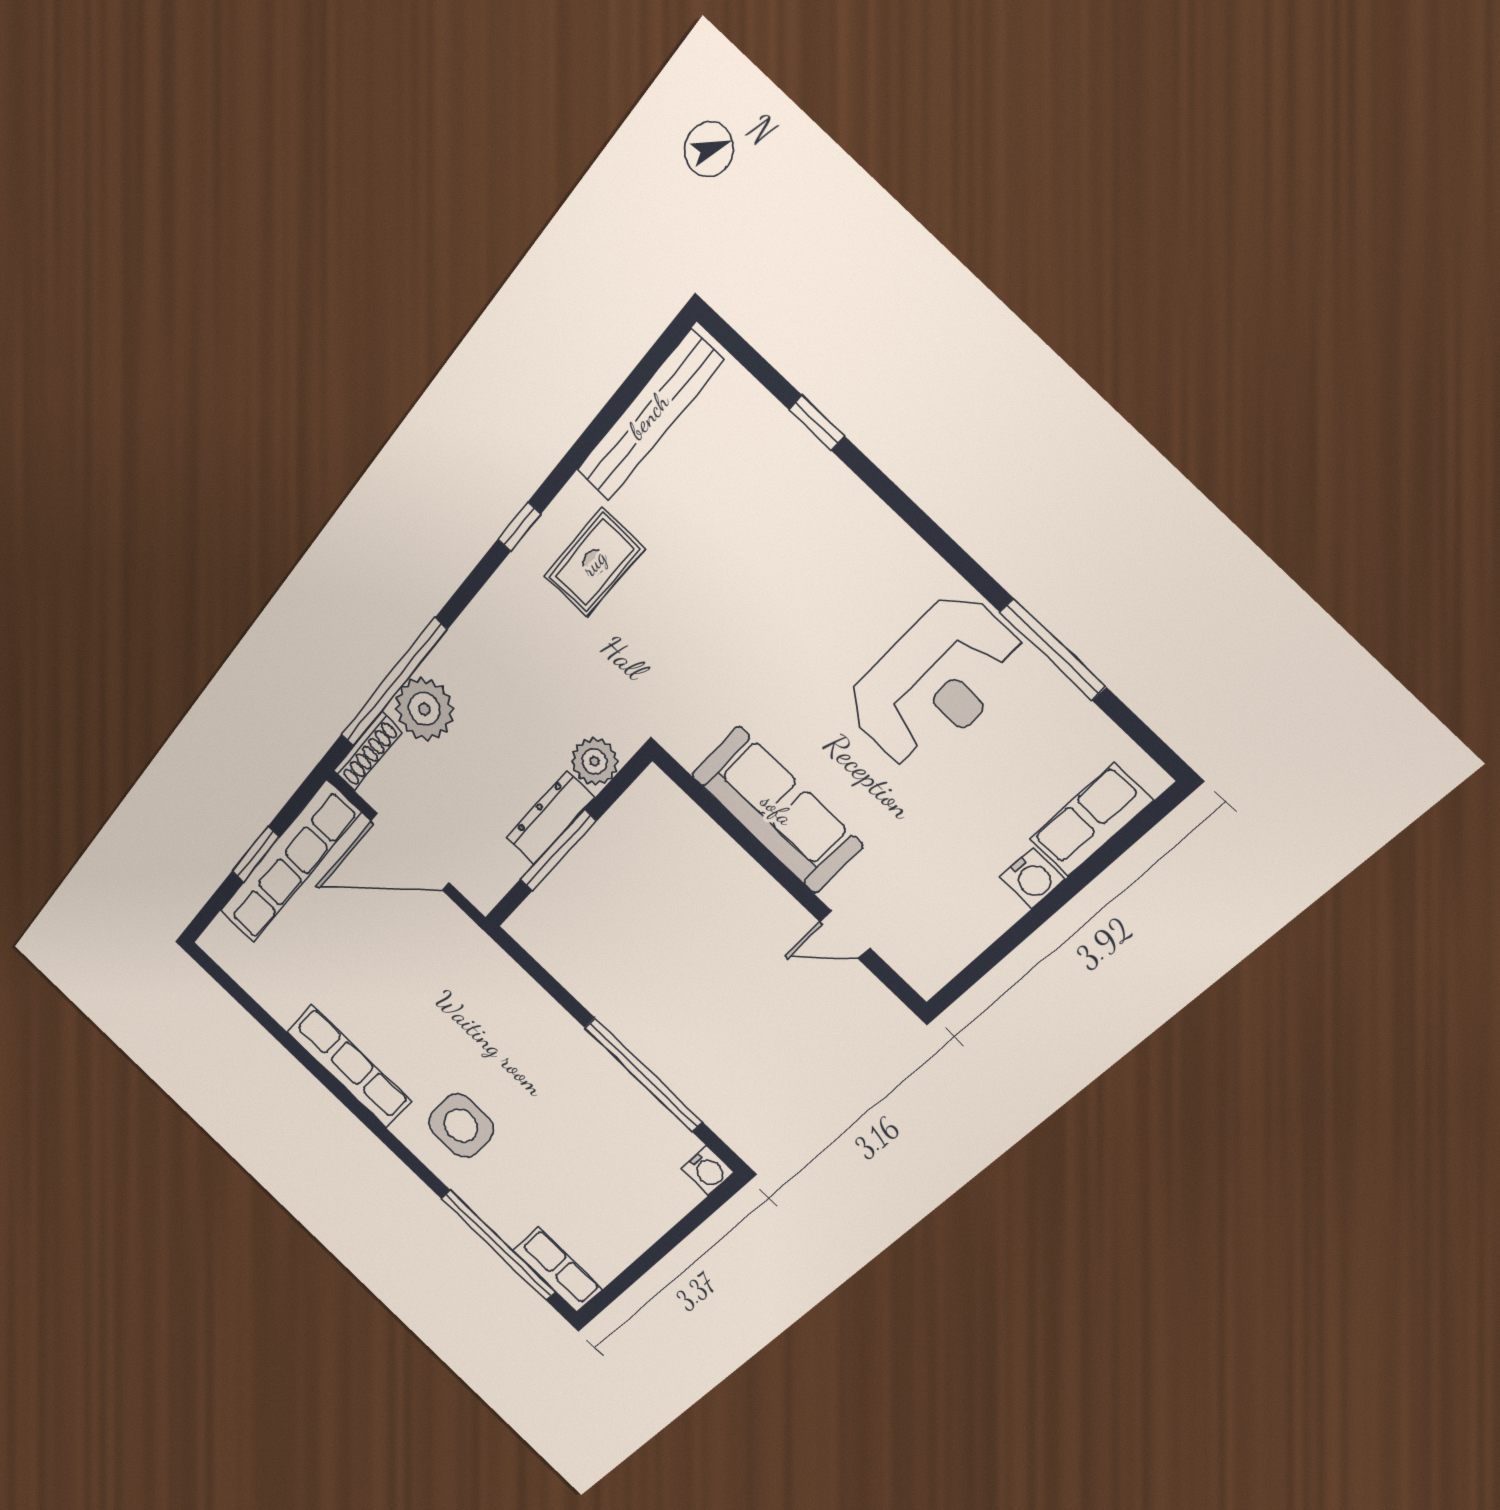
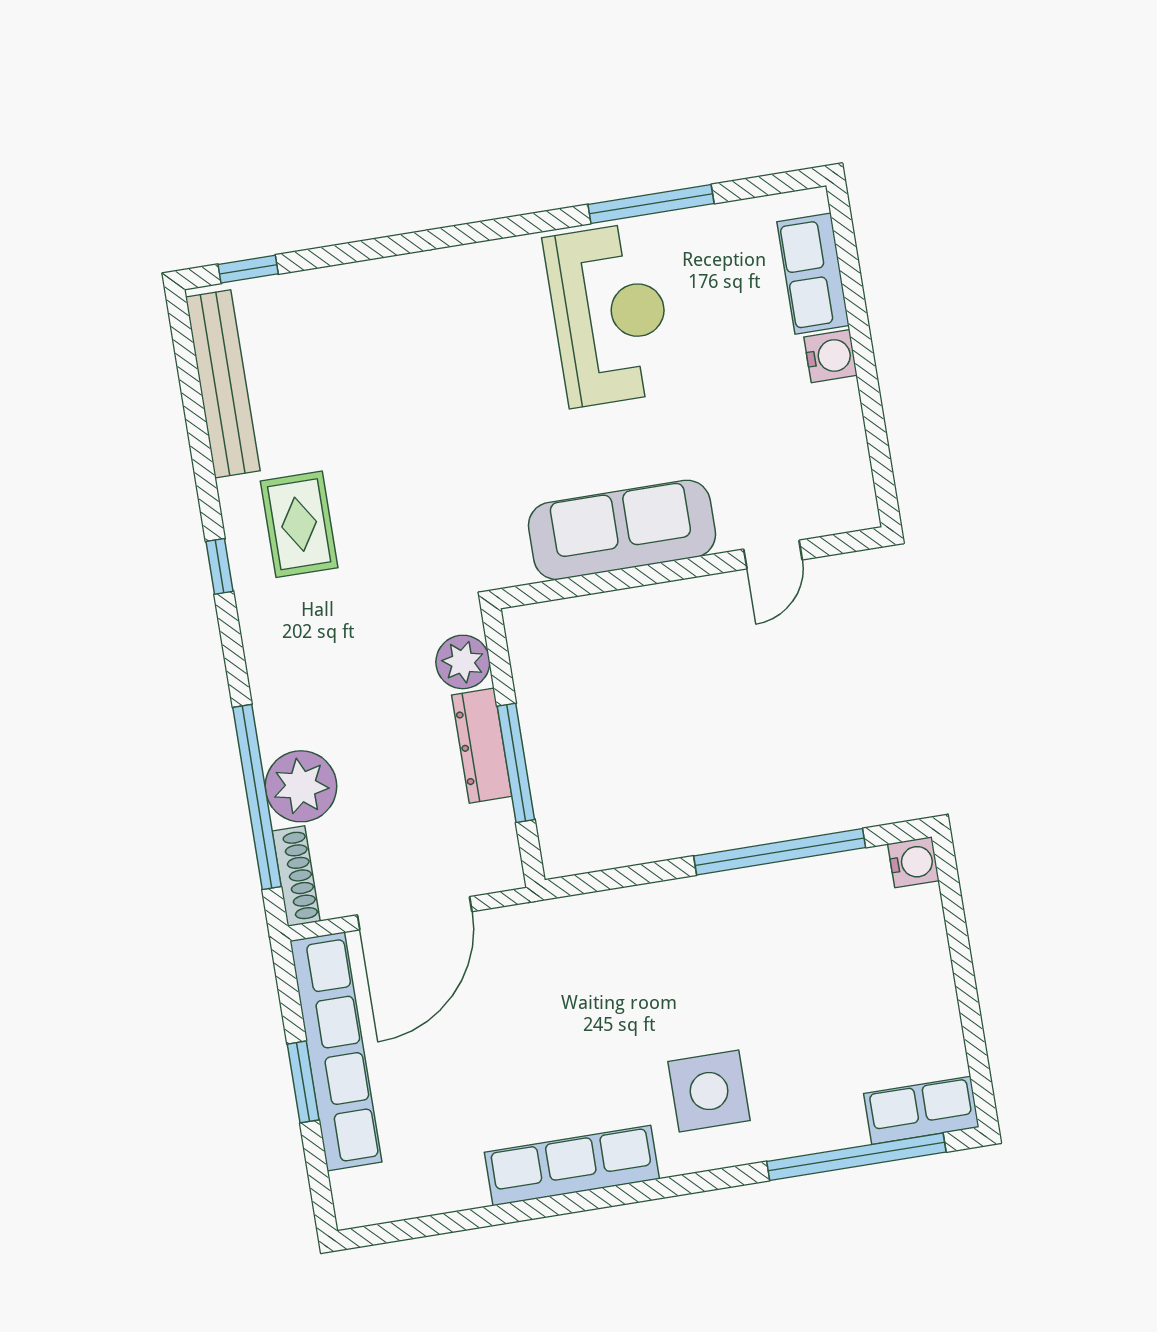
window: (817, 423) -> (248, 269), moved

